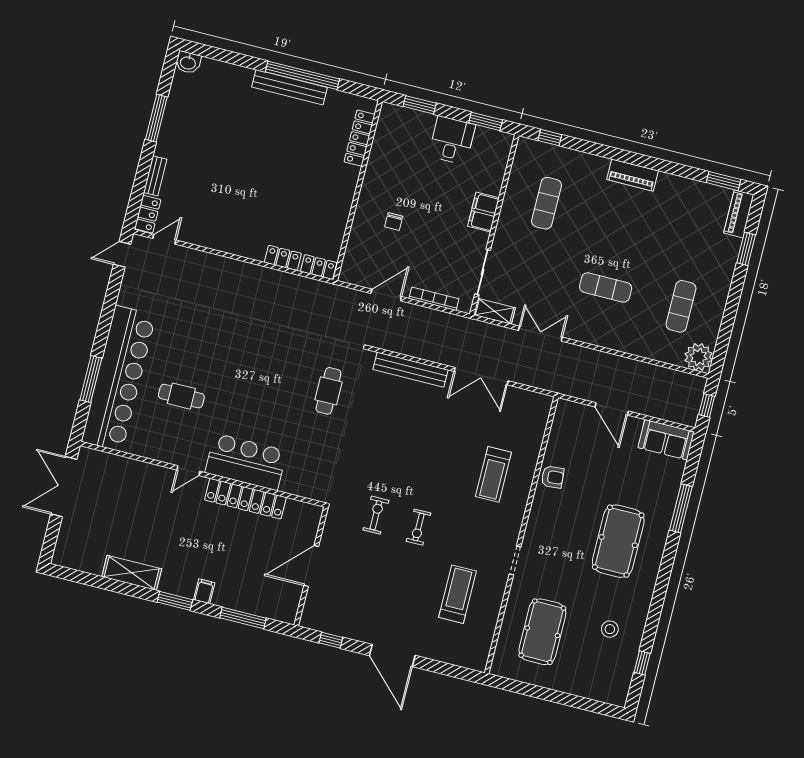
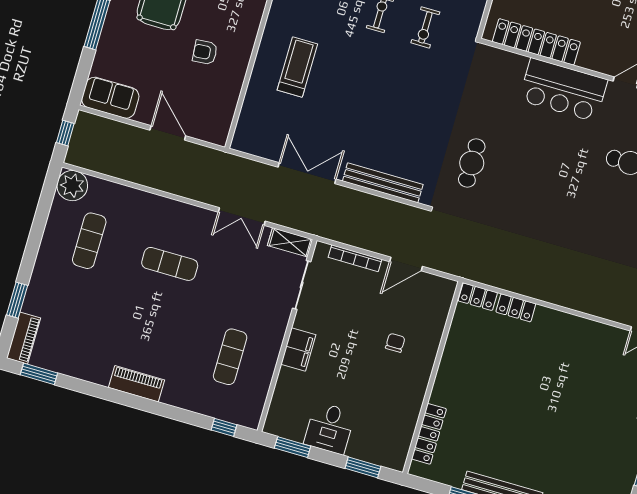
armchair: (553, 477) -> (205, 52), moved
locker: (245, 499) -> (536, 42), moved

